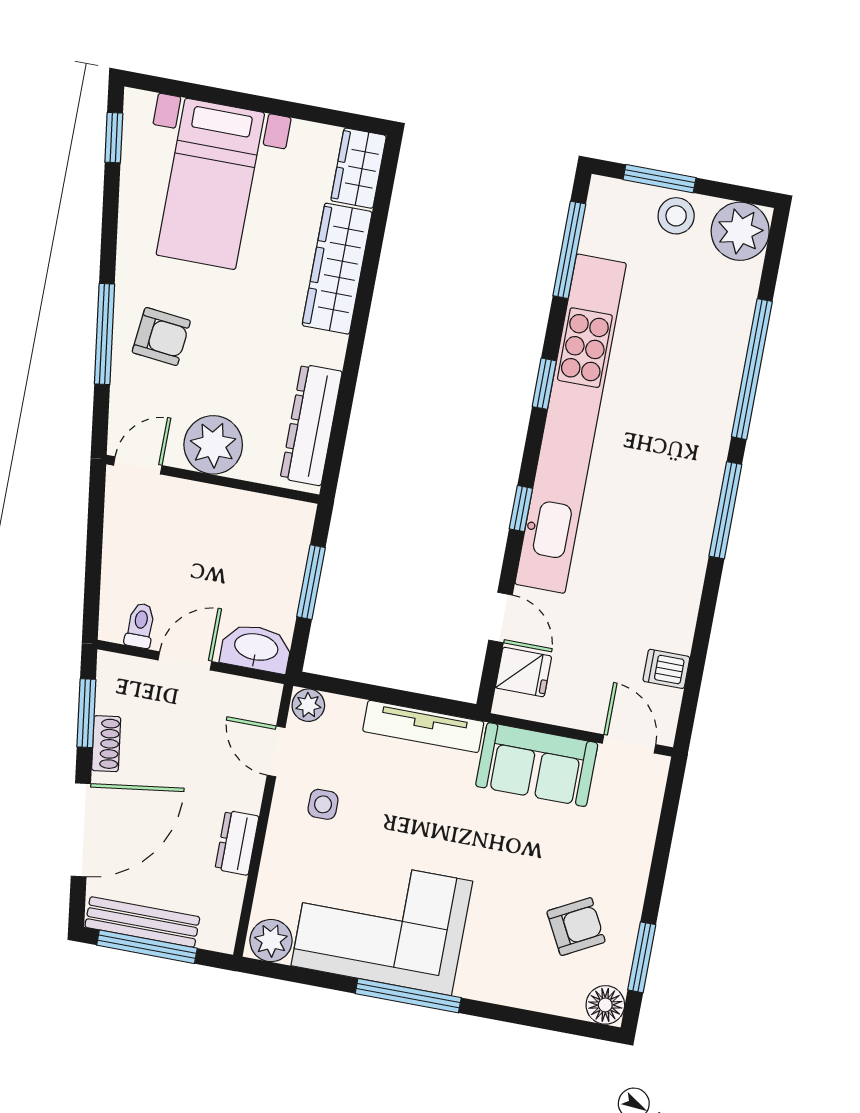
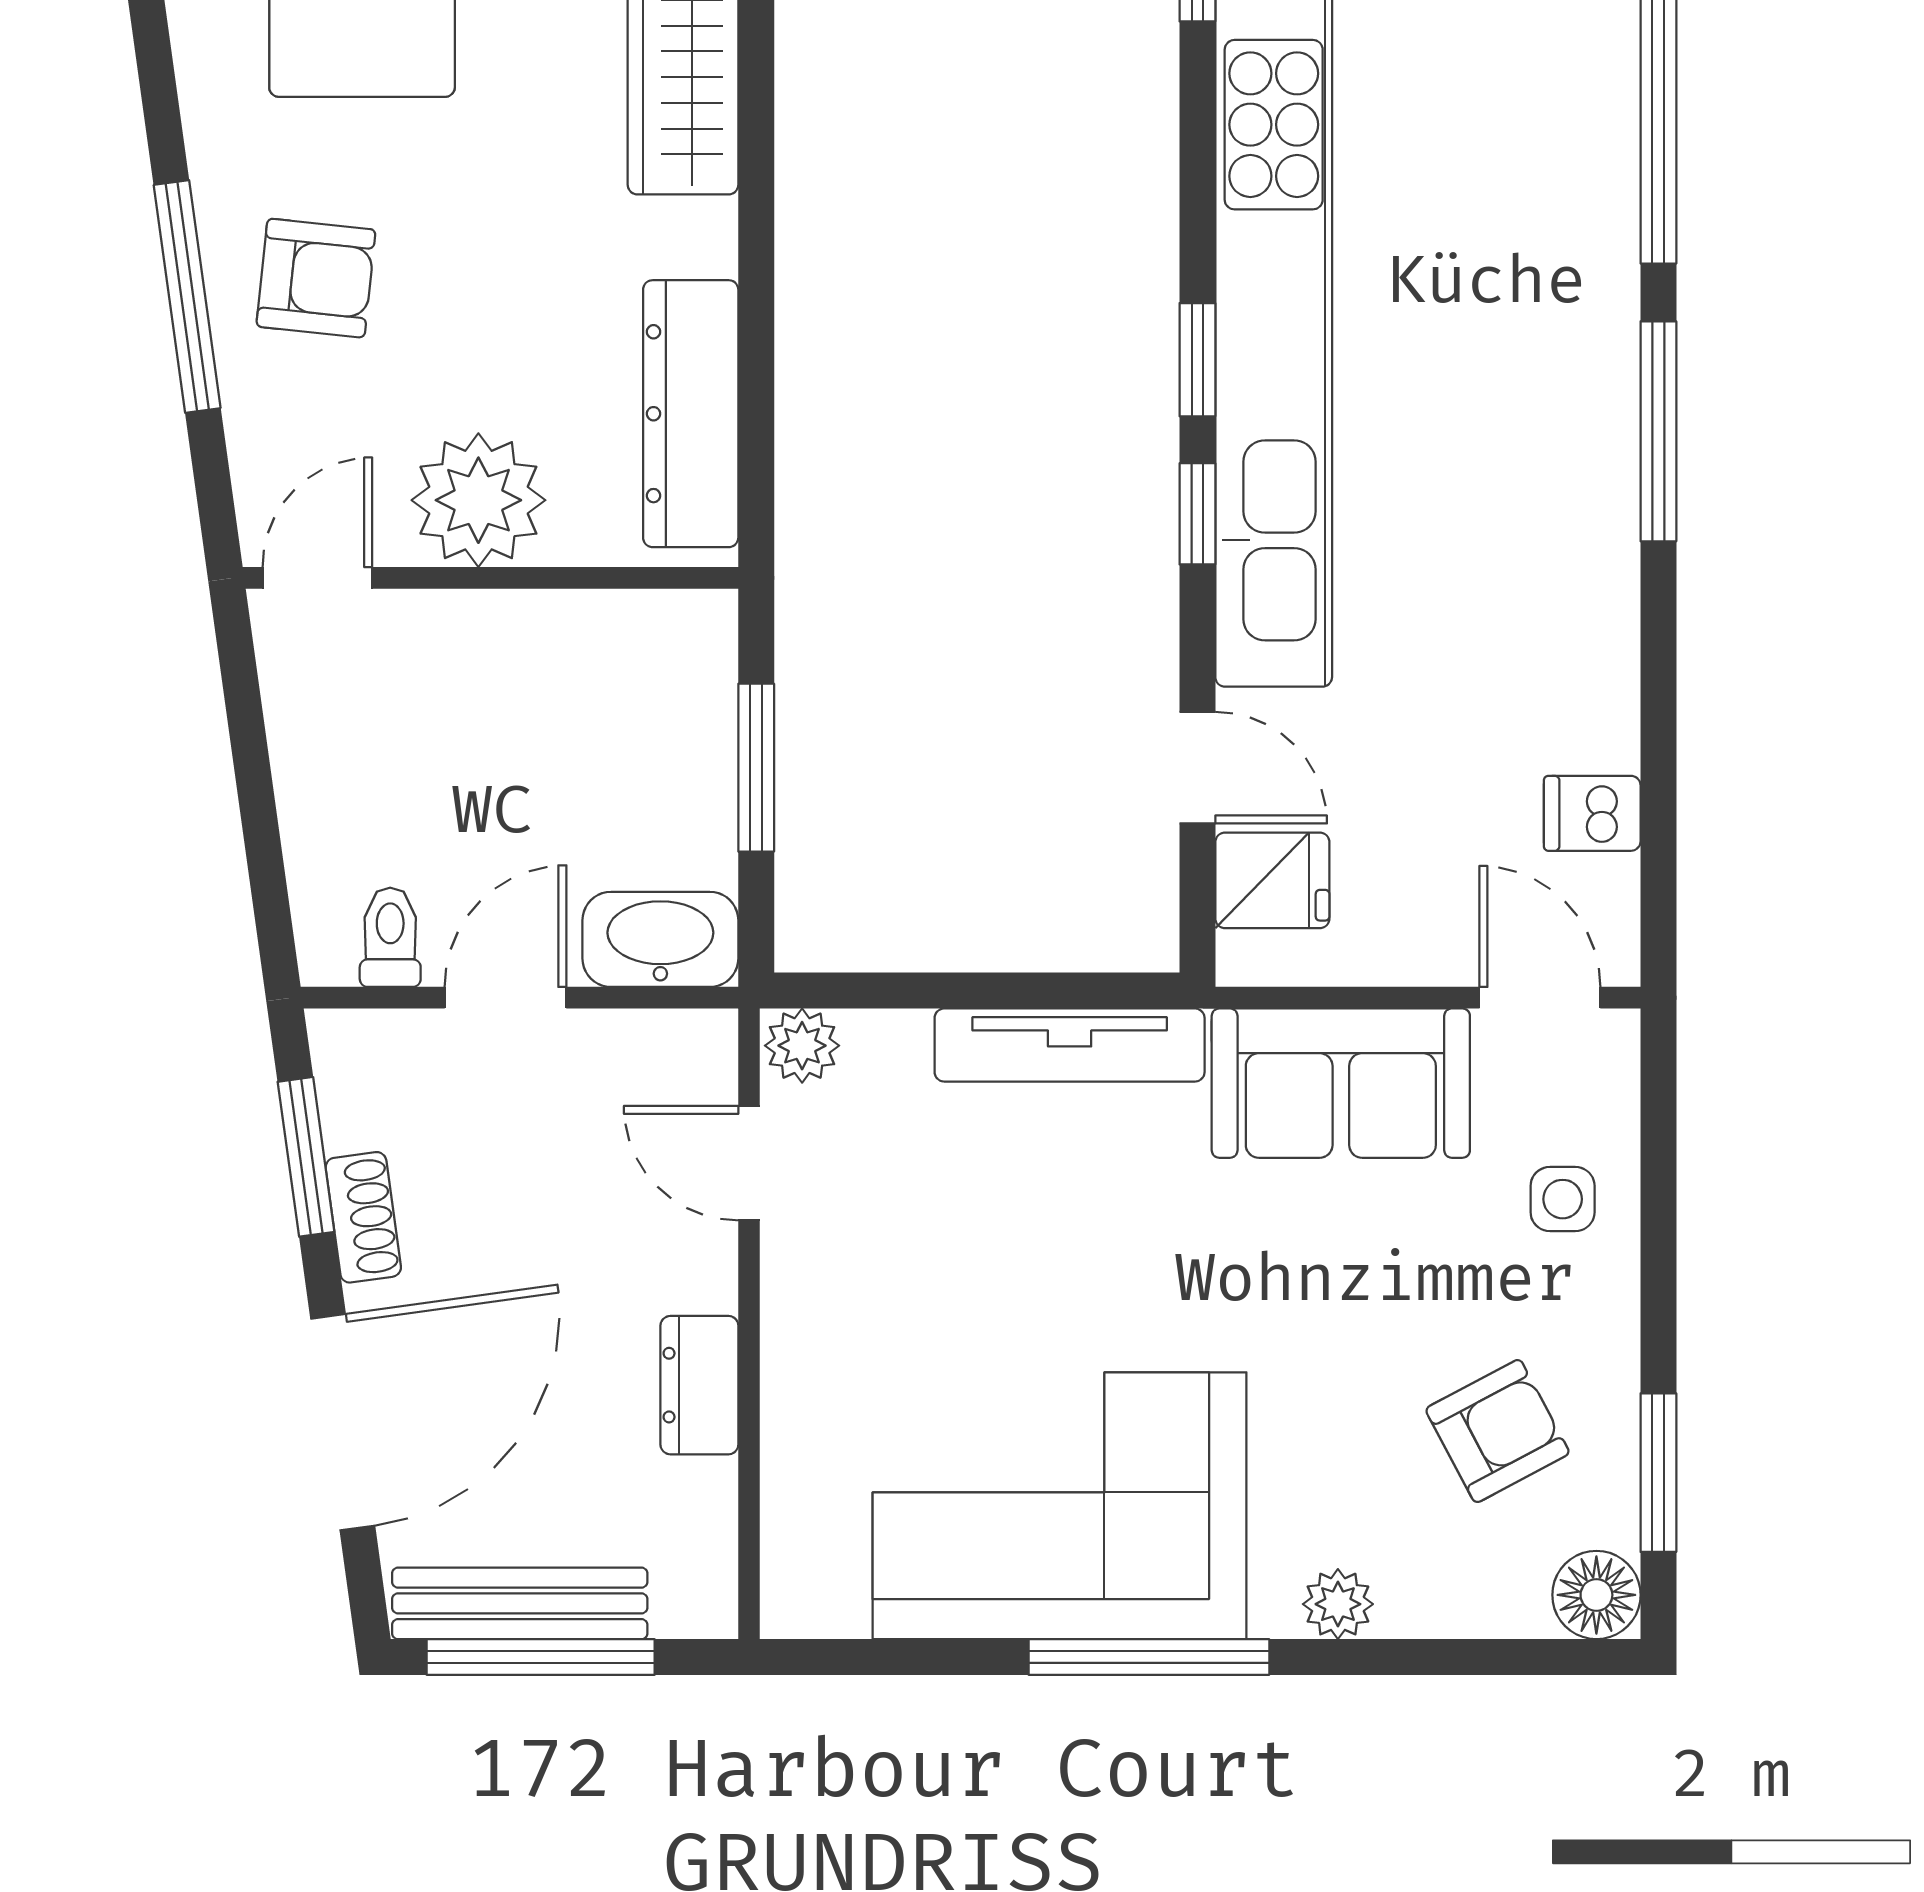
window: (544, 384) -> (1197, 360), moved
side table: (323, 804) -> (1563, 1199), moved
plant: (271, 941) -> (1338, 1604), moved, width x0.73, depth x0.73

